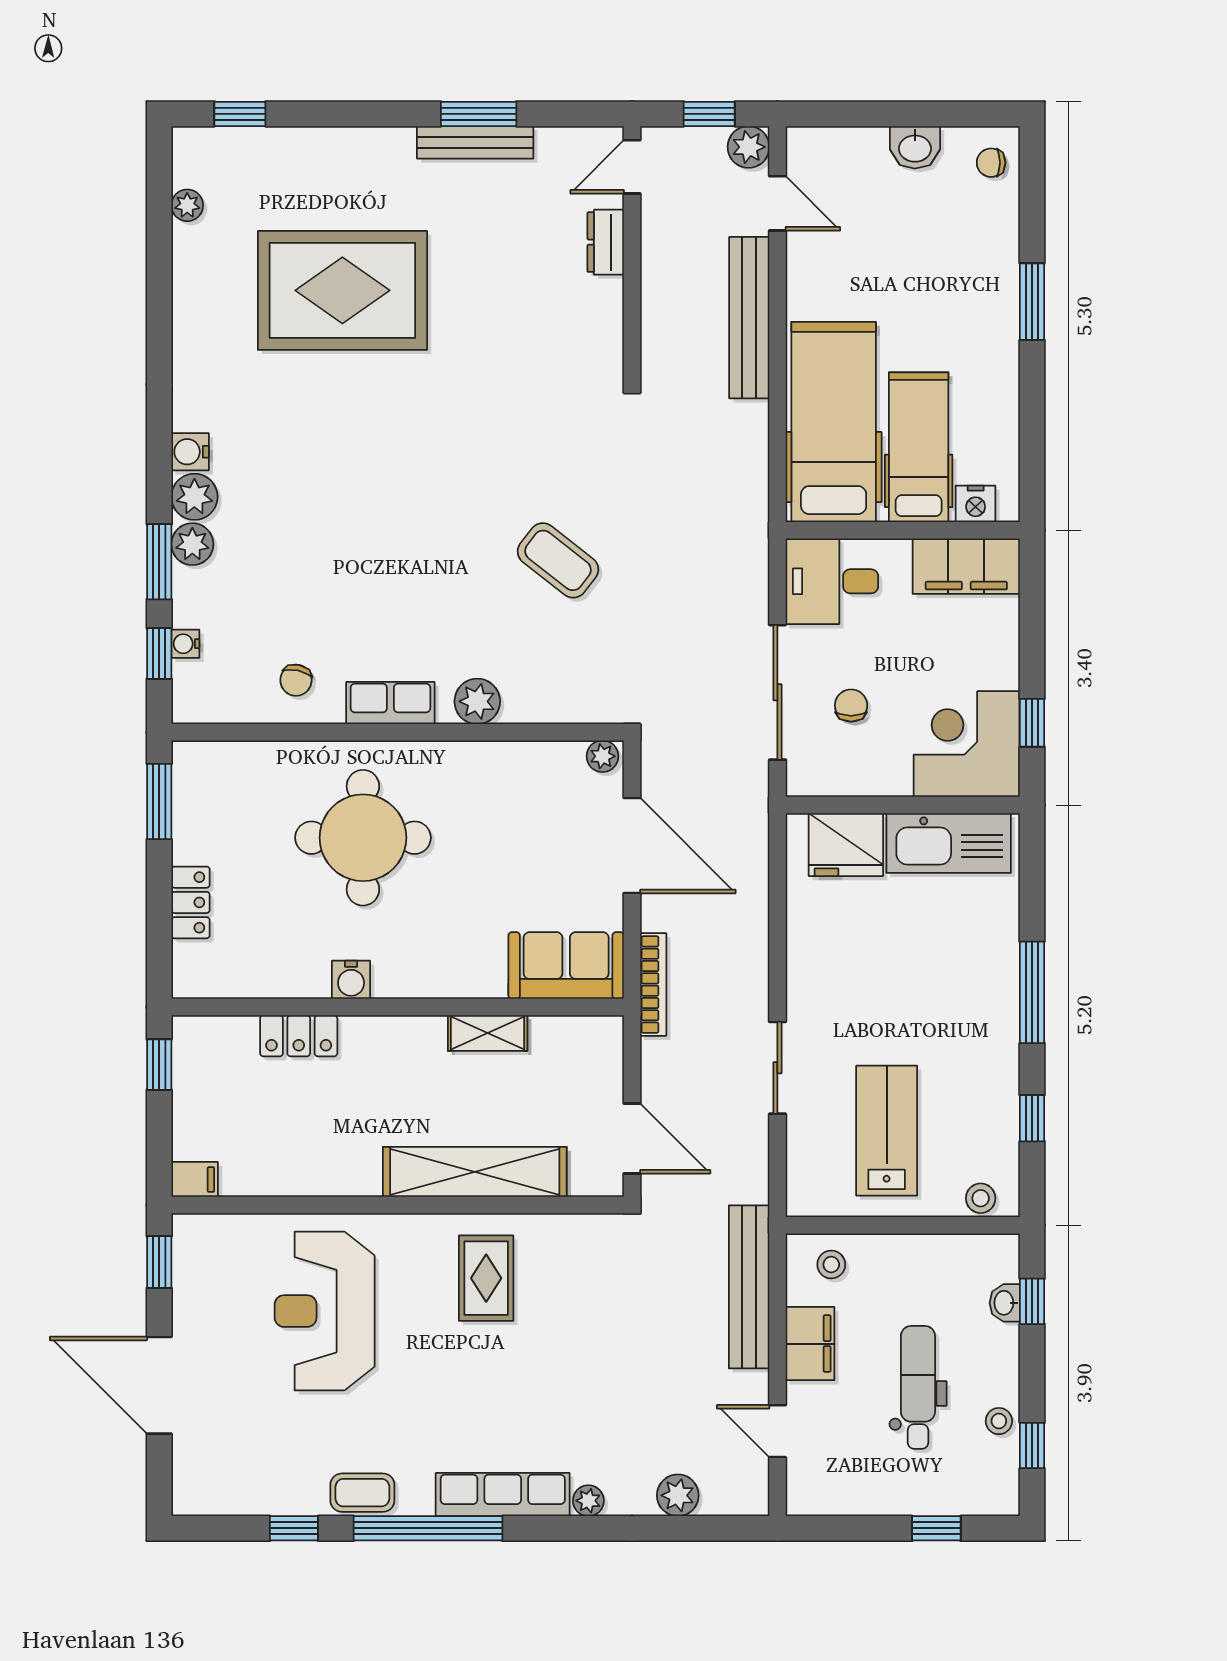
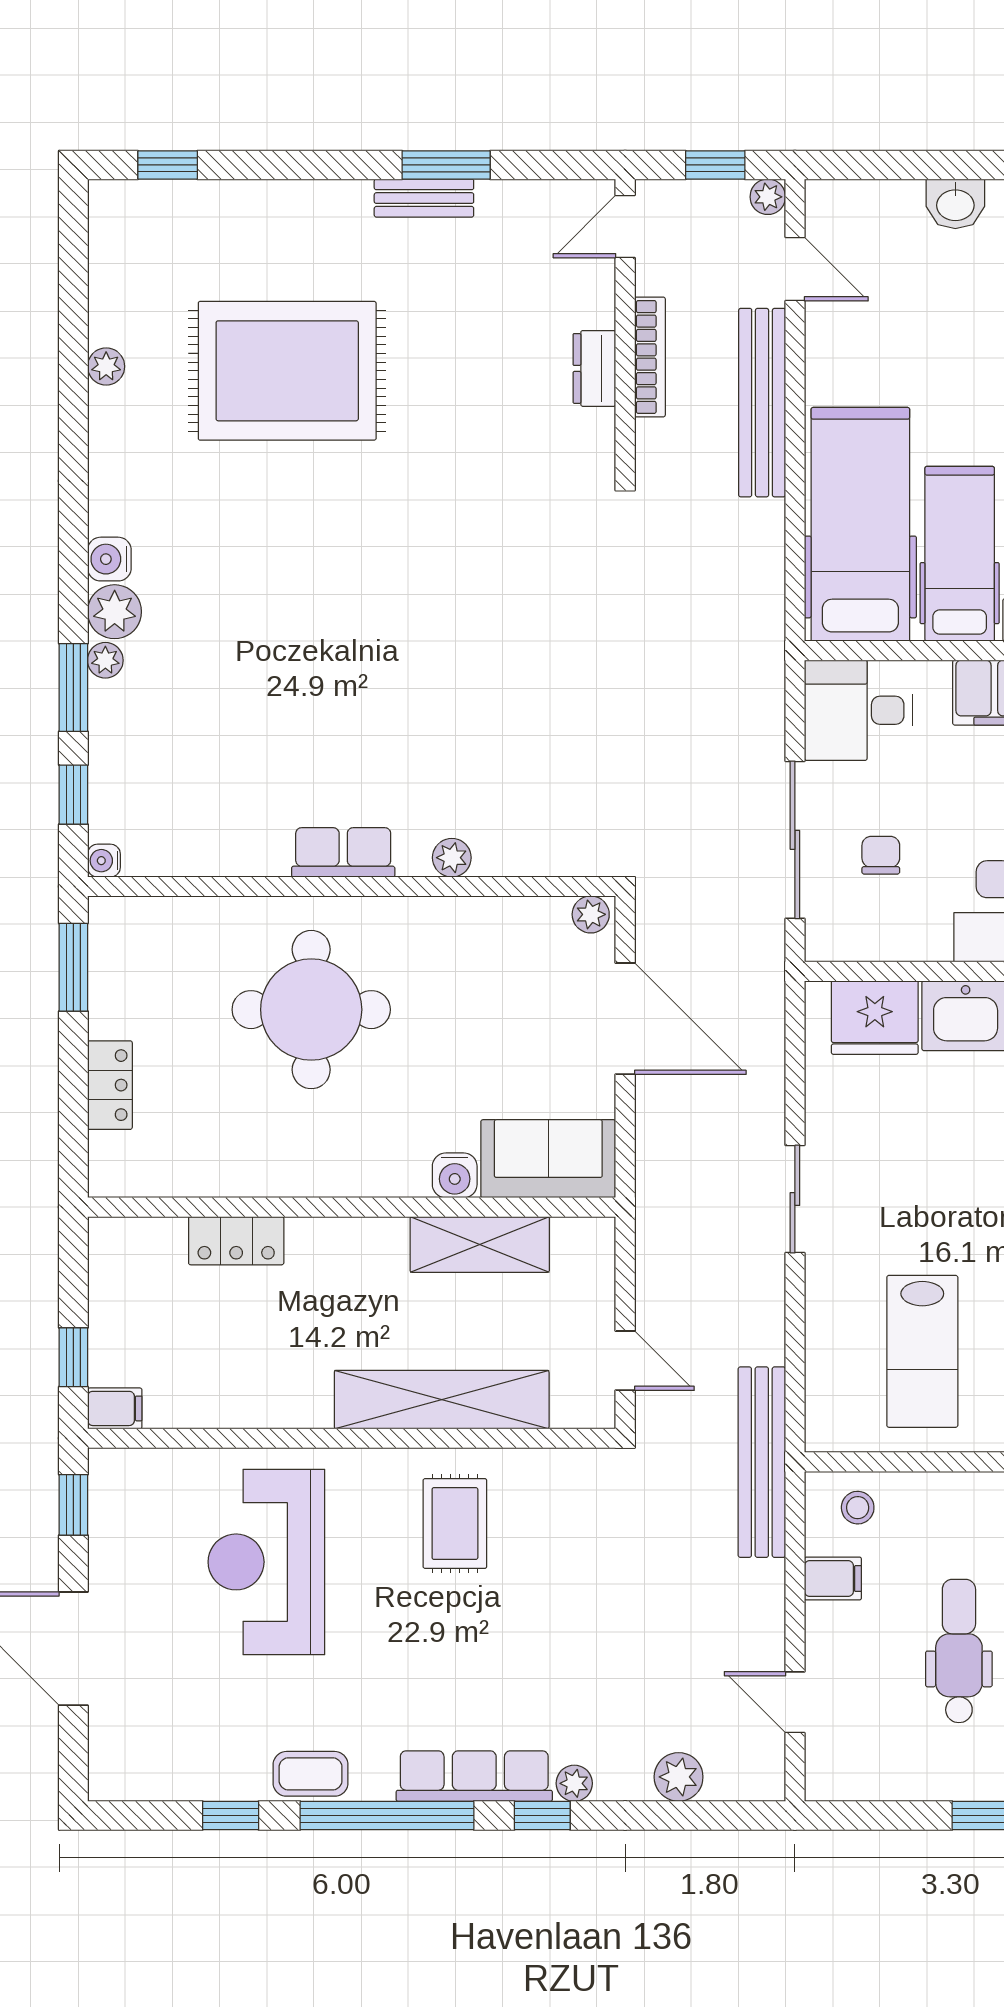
bench: (475, 142) -> (424, 198), width x0.73
plant: (749, 147) -> (768, 197), width x0.73, depth x0.73
plant: (187, 205) -> (106, 366), moved
dresser: (606, 242) -> (594, 368), moved
plant: (192, 544) -> (105, 660), width x0.73, depth x0.73
coffee table: (558, 560) -> (539, 686), removed
water cooler: (185, 644) -> (104, 861), moved
chair: (296, 680) -> (233, 826), removed
plant: (477, 701) -> (452, 858), width x0.73, depth x0.73
water cooler: (351, 980) -> (455, 1175), moved
bookcase: (653, 985) -> (650, 357), moved
shelving: (488, 1033) -> (480, 1244), width x1.50, depth x1.33
window: (159, 1065) -> (73, 1357), moved
sliding door: (777, 1068) -> (795, 1199), moved
lab bench: (887, 1131) -> (922, 1351), turned 180
door: (632, 1139) -> (625, 1361), width x0.73
bench: (749, 1287) -> (762, 1462), moved
filing cabinet: (810, 1344) -> (833, 1579), width x0.50
window: (561, 1528) -> (542, 1816), added

